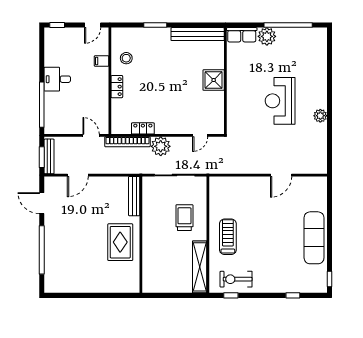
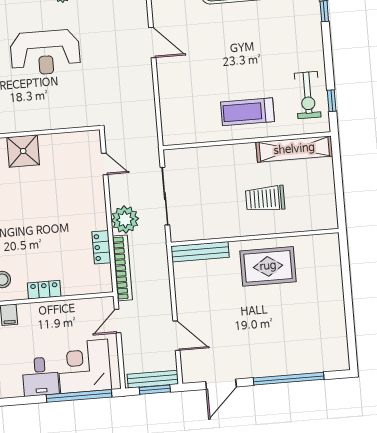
corner desk: (62, 110) -> (84, 366), added
trolley: (184, 218) -> (265, 199), moved

